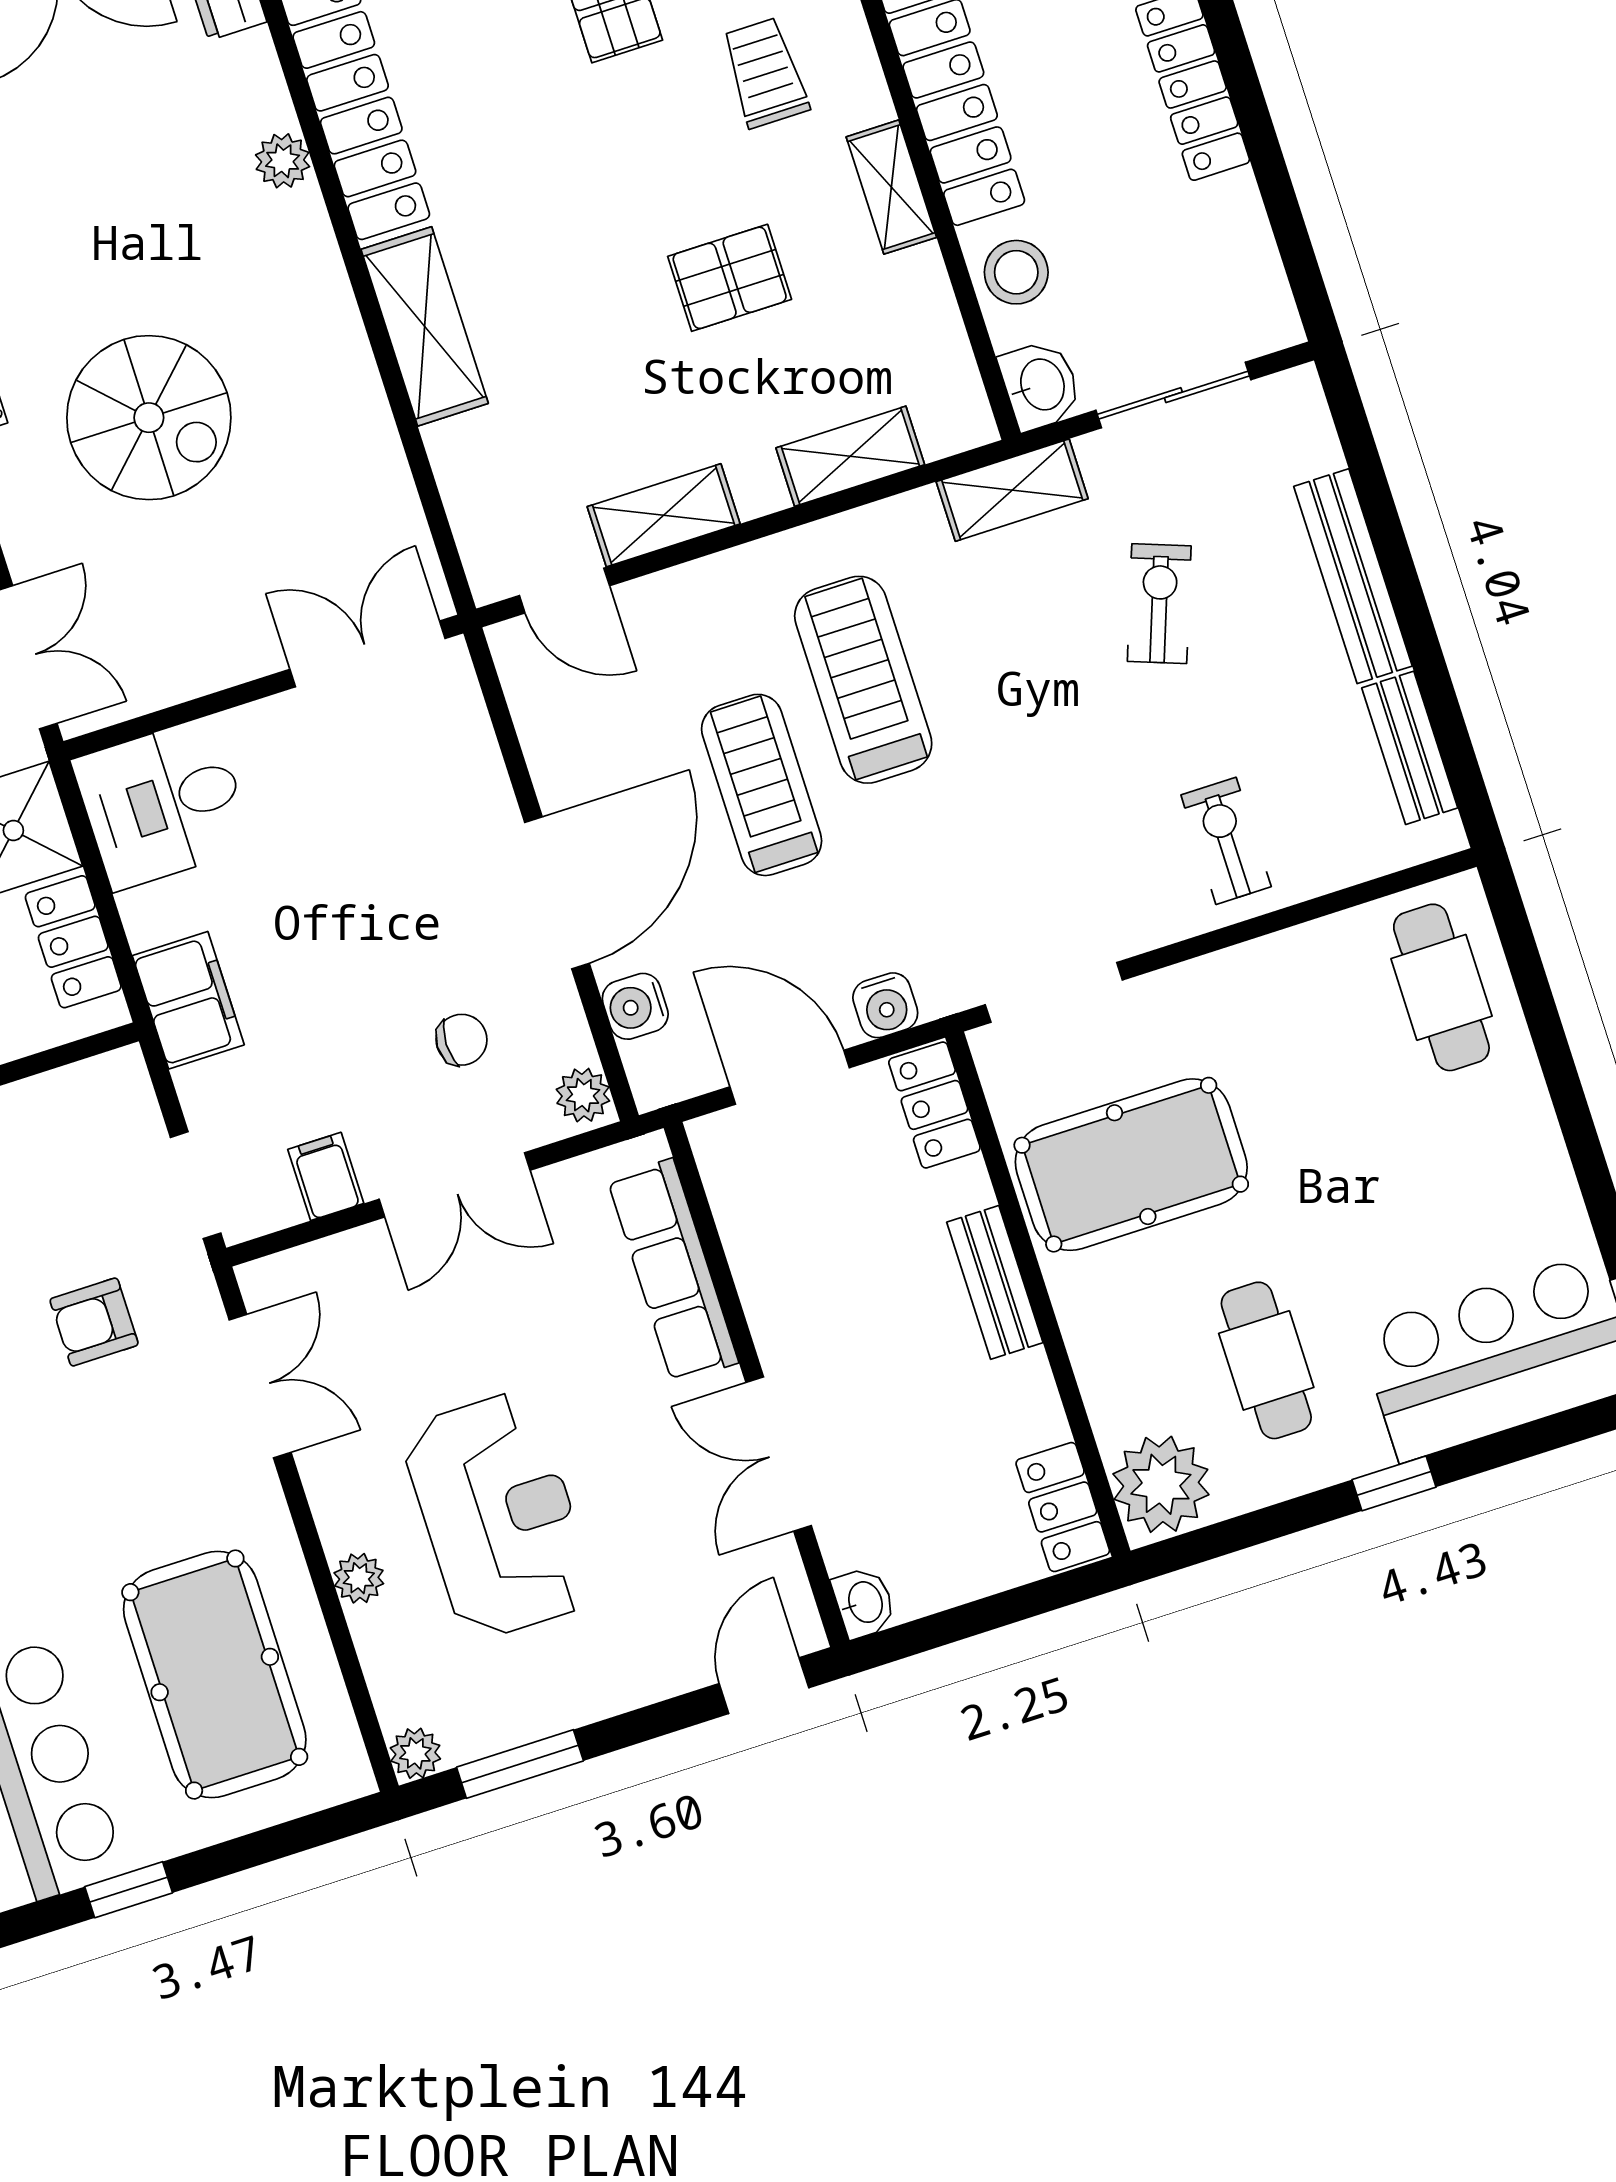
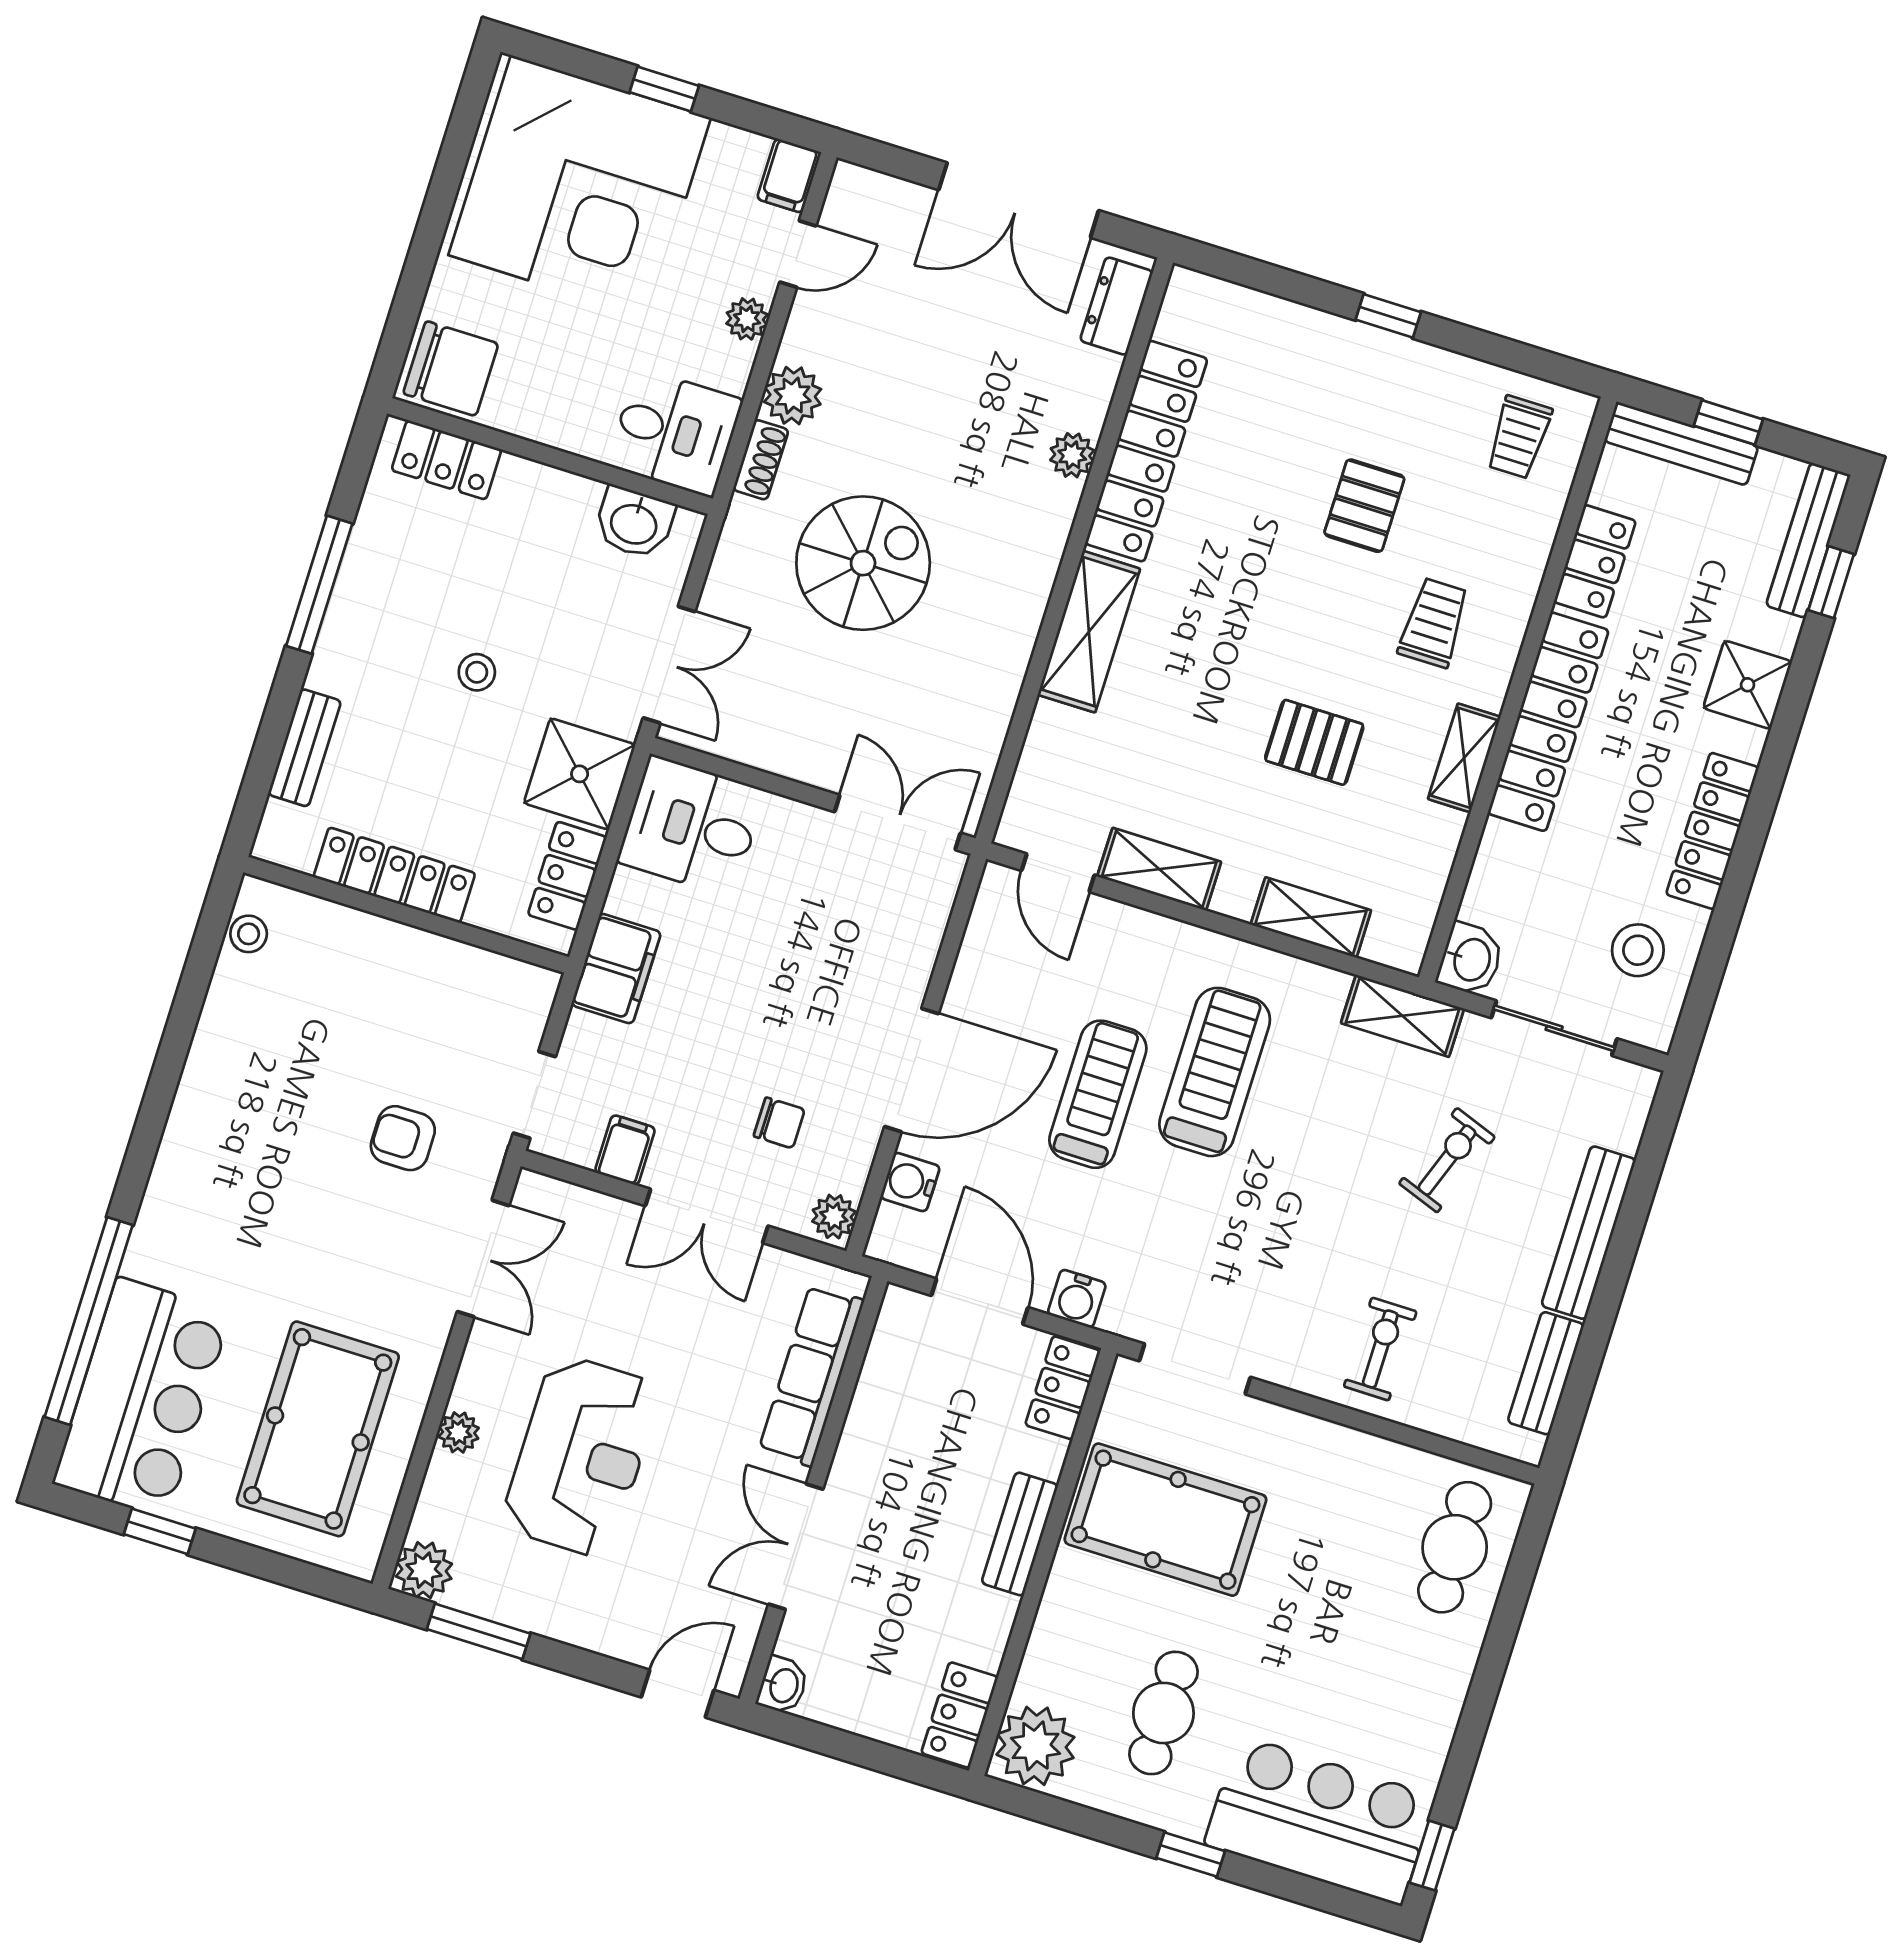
stool: (1016, 272) -> (1638, 950), moved
spiral stairs: (149, 418) -> (863, 563), turned -90
plant: (415, 1753) -> (424, 1570), width x1.38, depth x1.38

